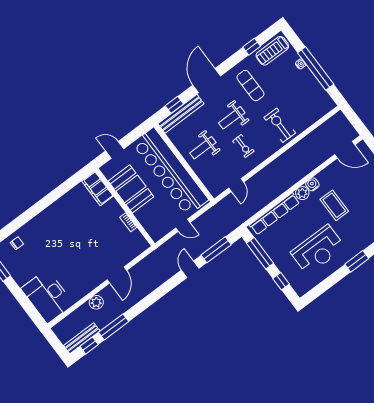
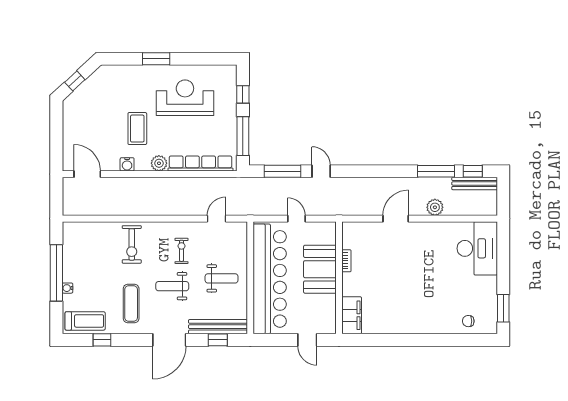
weight bench: (232, 118) -> (172, 286), turned 180
water cooler: (312, 184) -> (127, 164), moved
booth: (131, 189) -> (320, 269), moved
door: (190, 269) -> (321, 171), swing flipped

